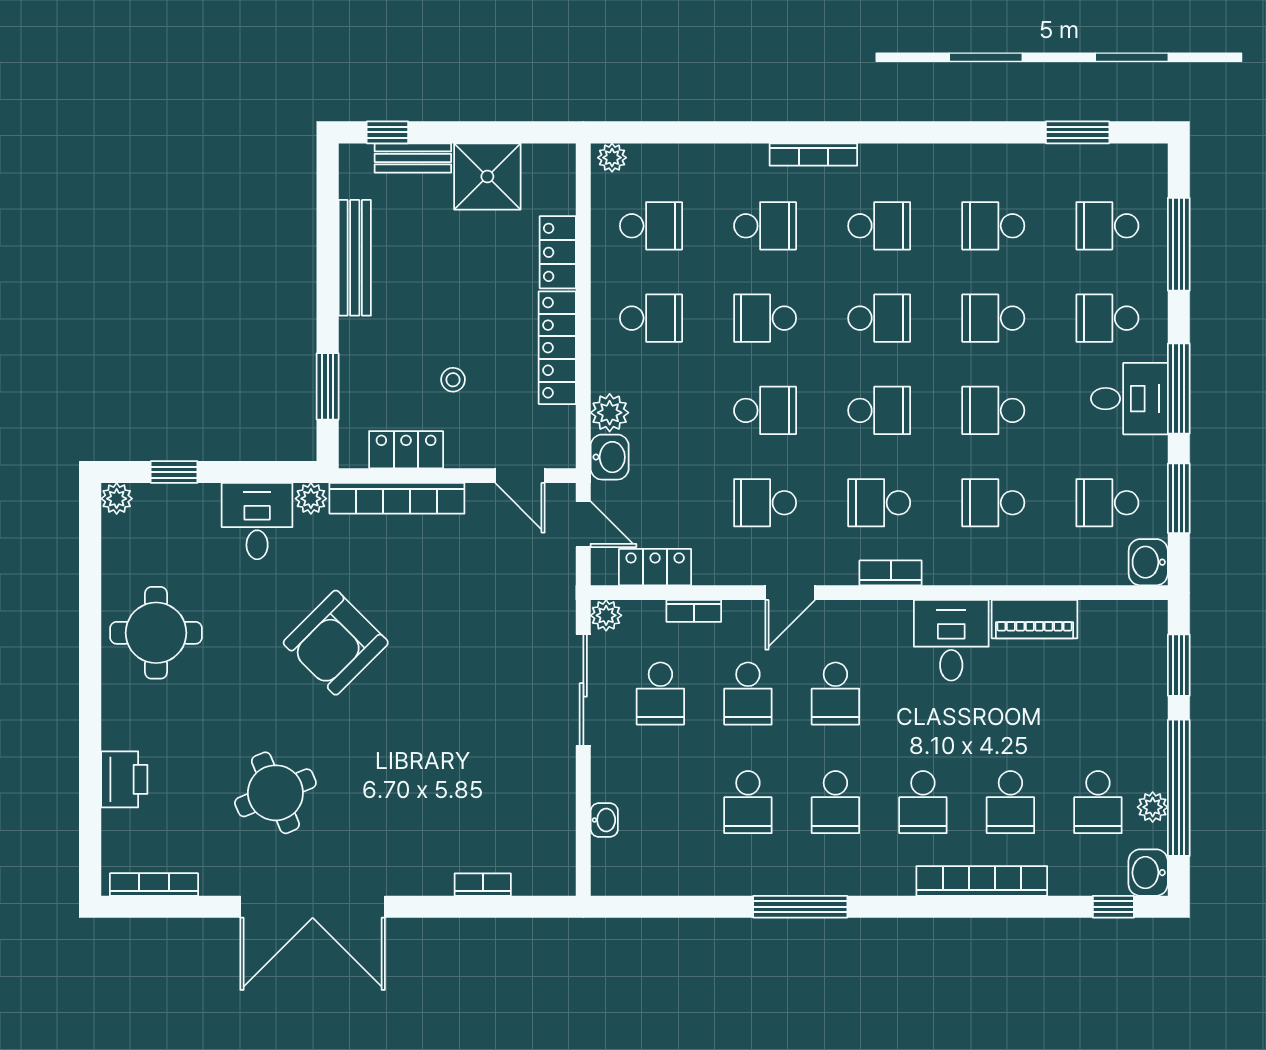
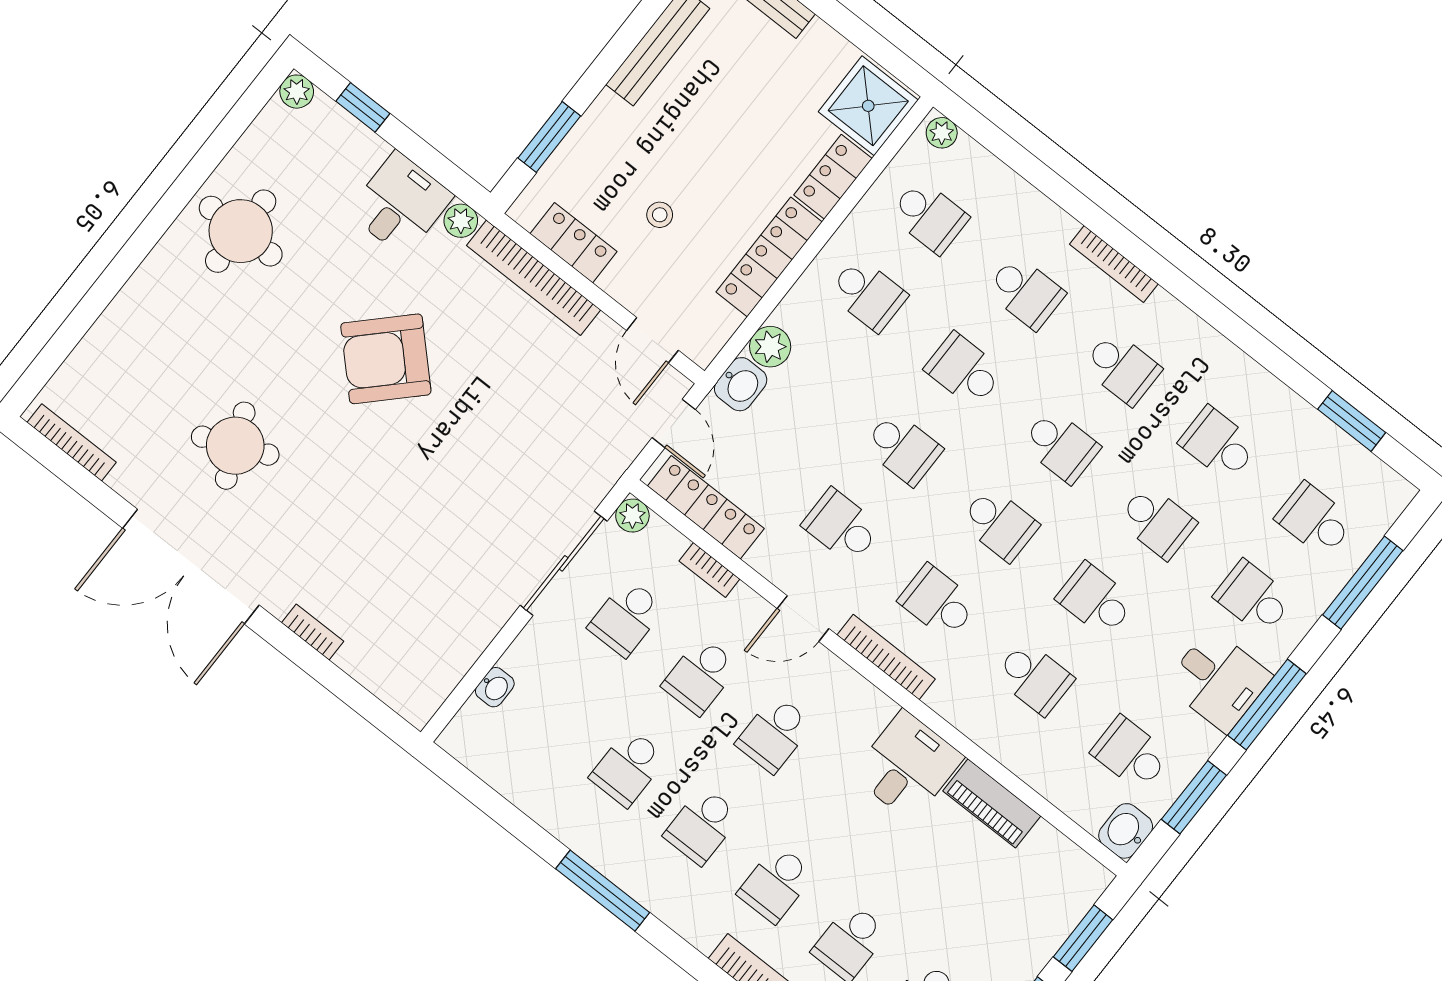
shower: (487, 177) -> (868, 106), moved
school desk: (993, 318) -> (1157, 522), turned 180
school desk: (993, 503) -> (1034, 678), turned 180
locker: (655, 567) -> (706, 507), width x1.53
bookcase: (891, 573) -> (886, 657), width x1.56
printer: (124, 779) -> (116, 334), removed
bookcase: (483, 885) -> (313, 632), moved

